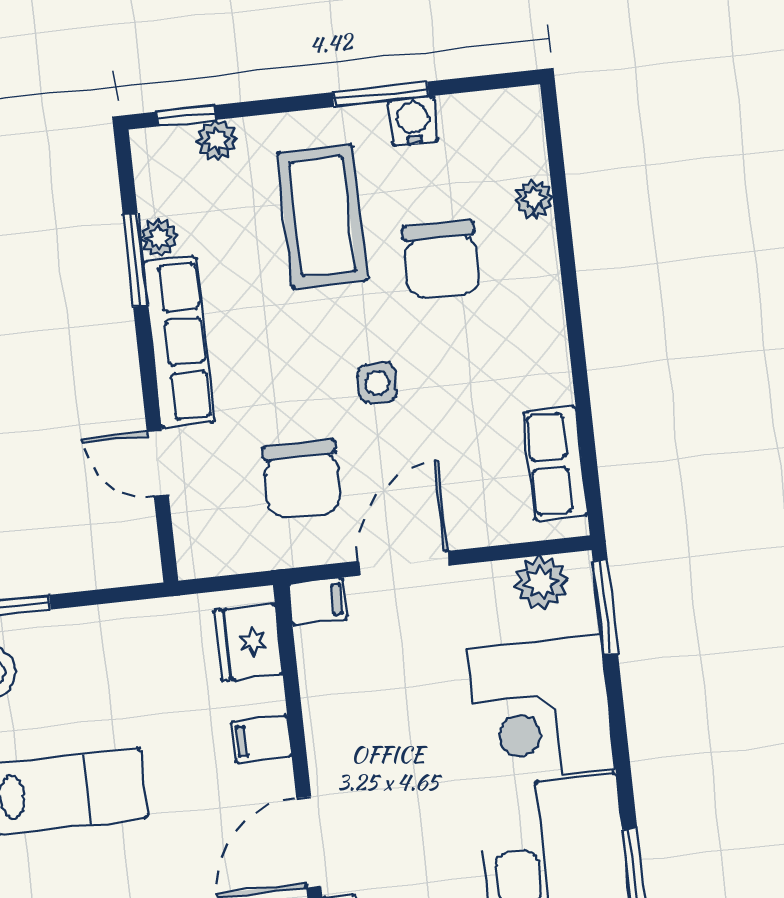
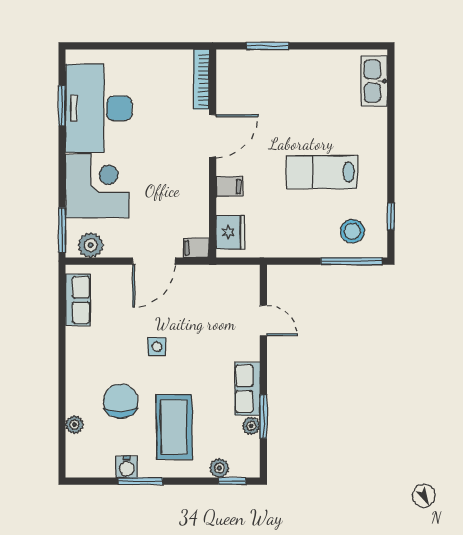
row of seats: (179, 342) -> (247, 389), width x0.68
chair: (302, 479) -> (197, 306), removed

